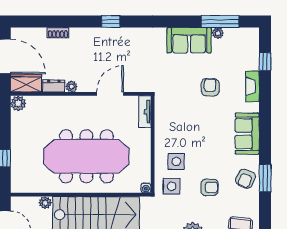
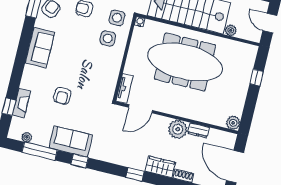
window: (174, 22) -> (80, 161), added
plant: (218, 33) -> (27, 137), moved
wardrobe: (26, 83) -> (160, 167), moved, turned 180
fireplace: (253, 86) -> (21, 103), moved
plant: (72, 87) -> (178, 129), width x1.87, depth x1.87
door: (110, 94) -> (140, 109), moved

